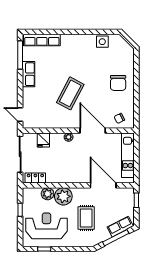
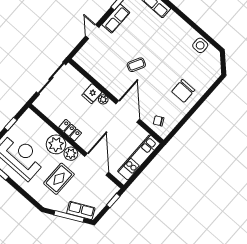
coffee table: (70, 93) -> (136, 65), width x0.54, depth x0.58
door: (20, 115) -> (92, 32), moved
fridge: (43, 140) -> (92, 94), moved
locker: (35, 178) -> (70, 130), moved
plant: (48, 194) -> (71, 154), moved

